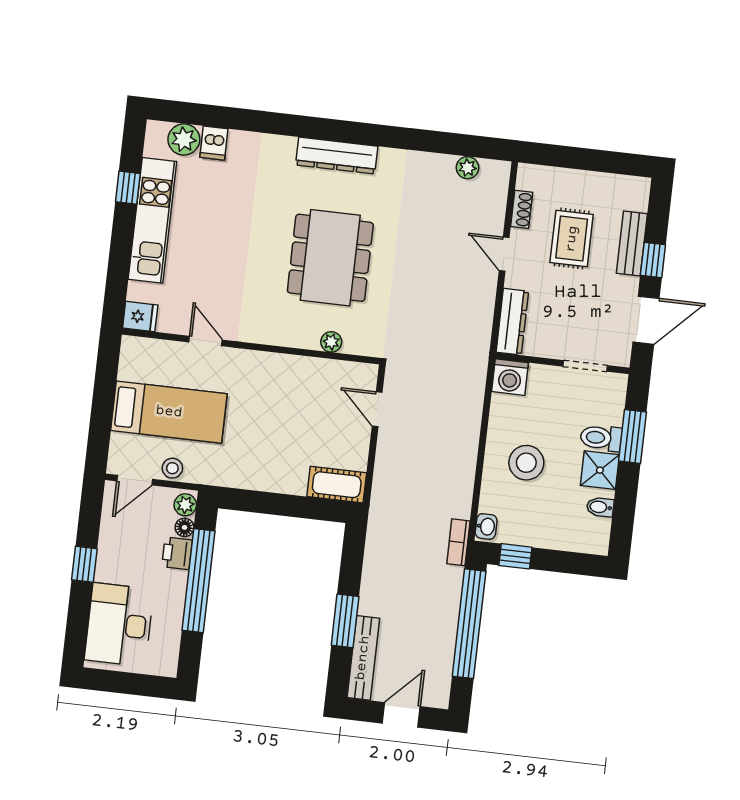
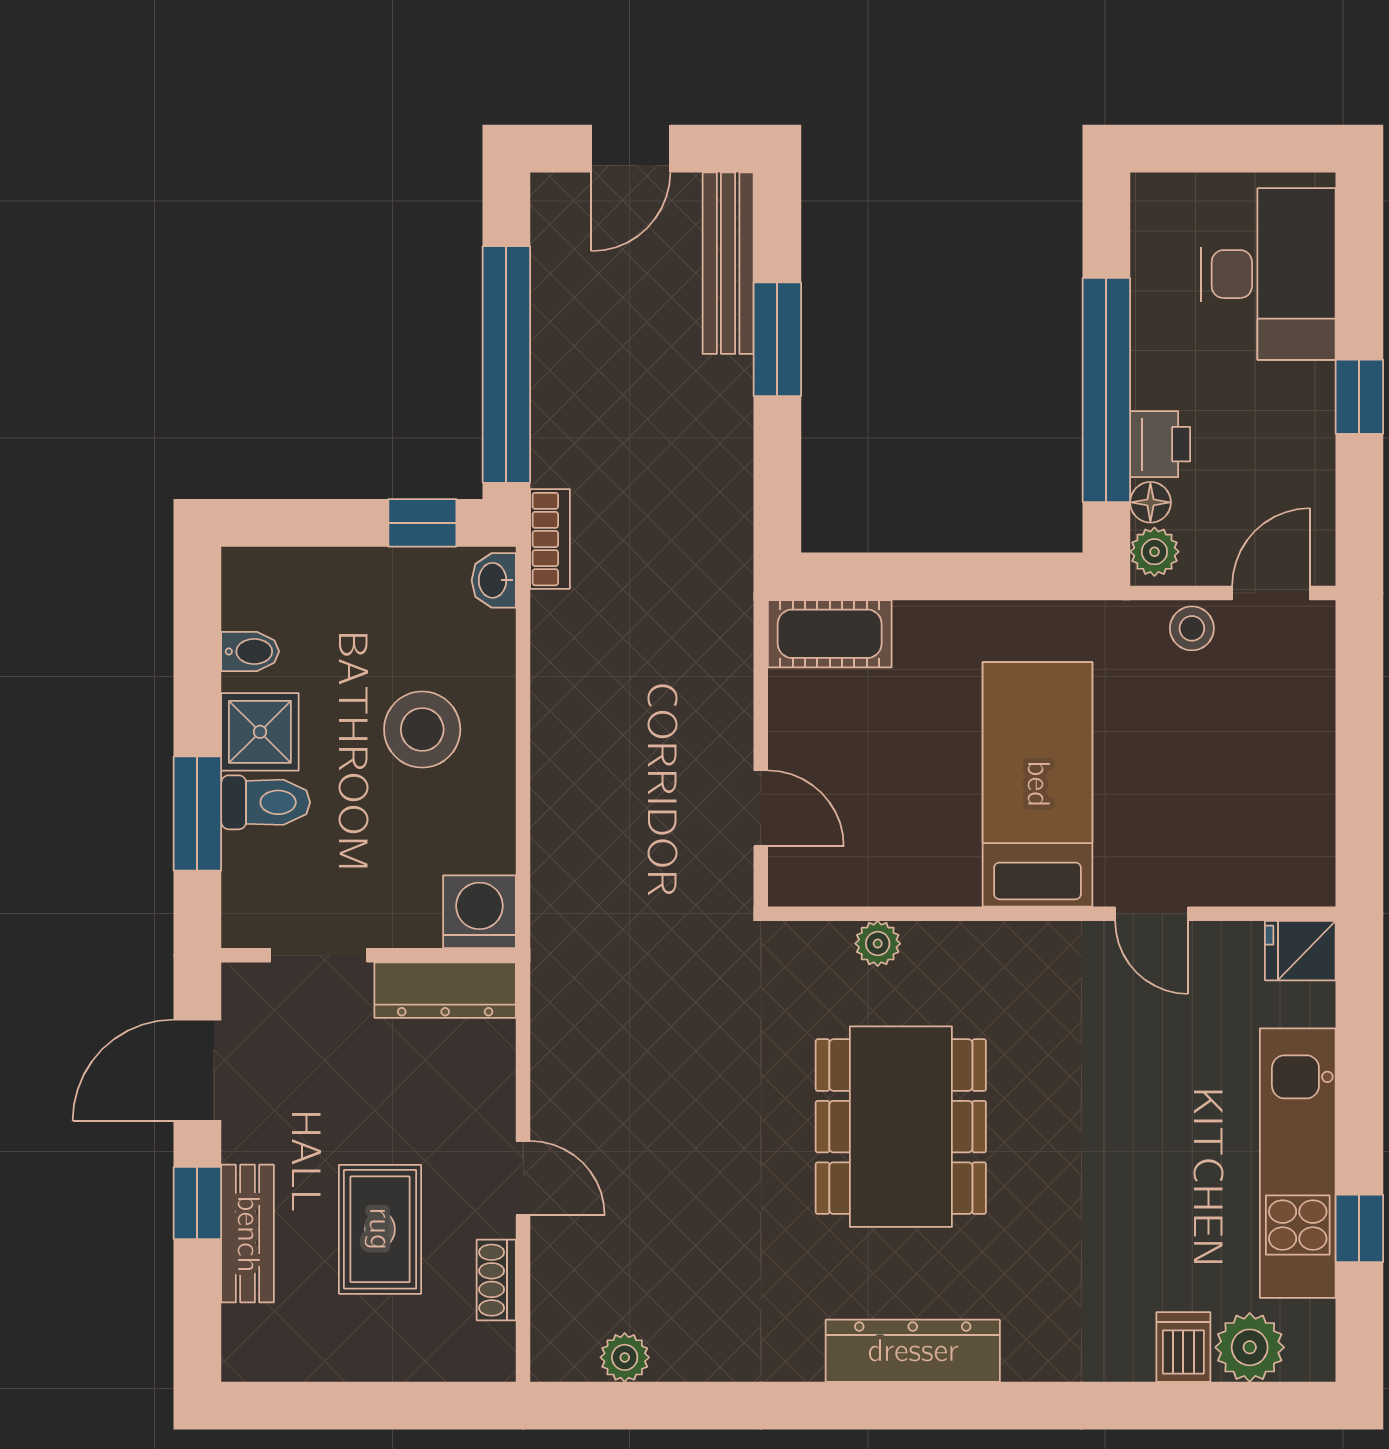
dresser: (512, 322) -> (445, 990), moved, turned -90
bed: (169, 412) -> (1038, 784), moved, turned 90

